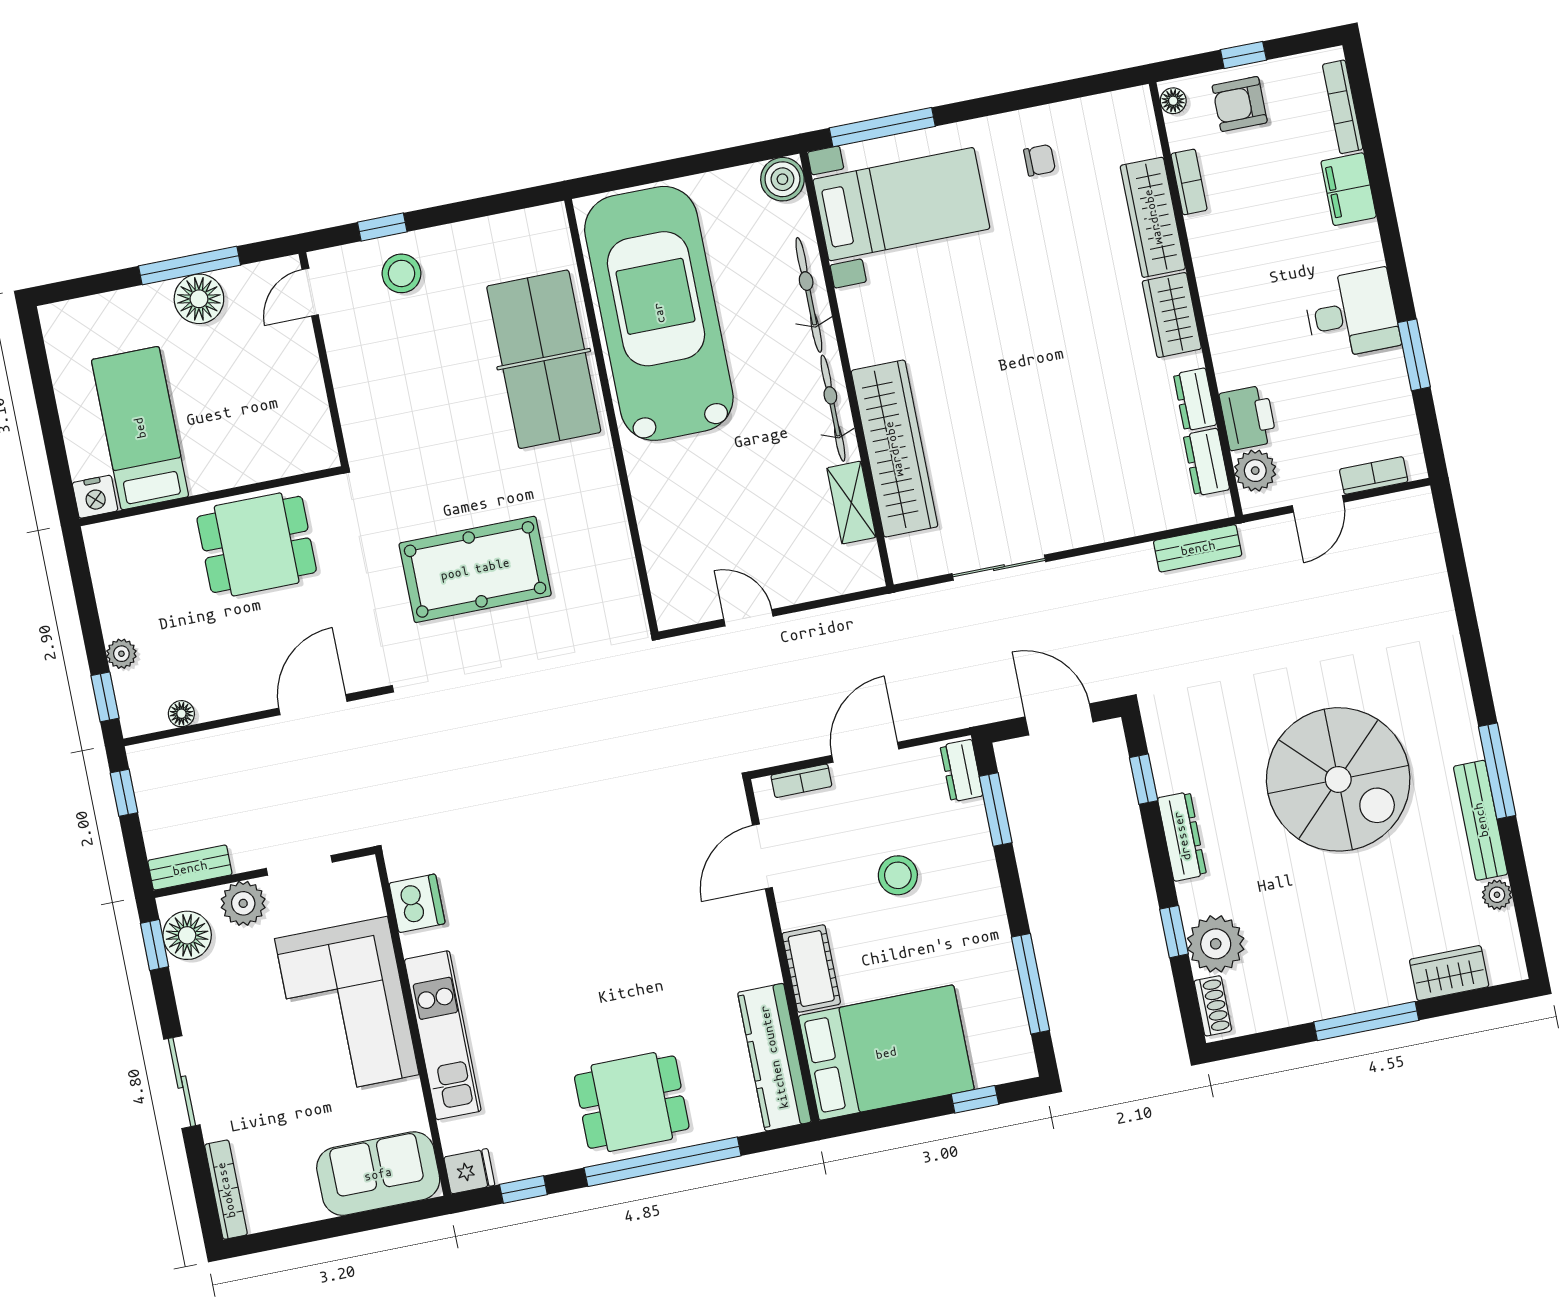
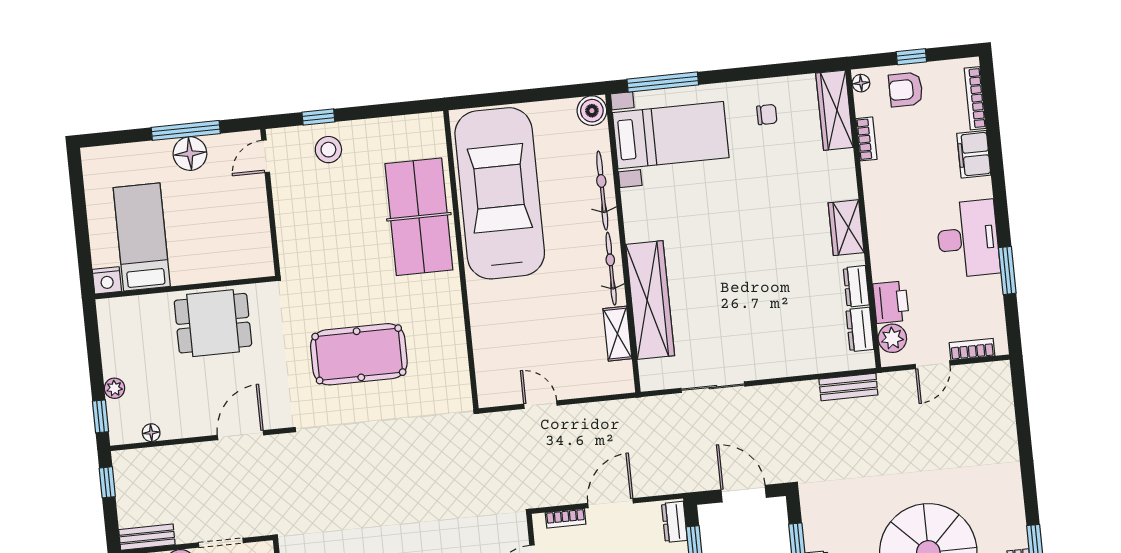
wardrobe: (1153, 217) -> (835, 110), moved
desk: (1352, 314) -> (968, 239), width x1.37

